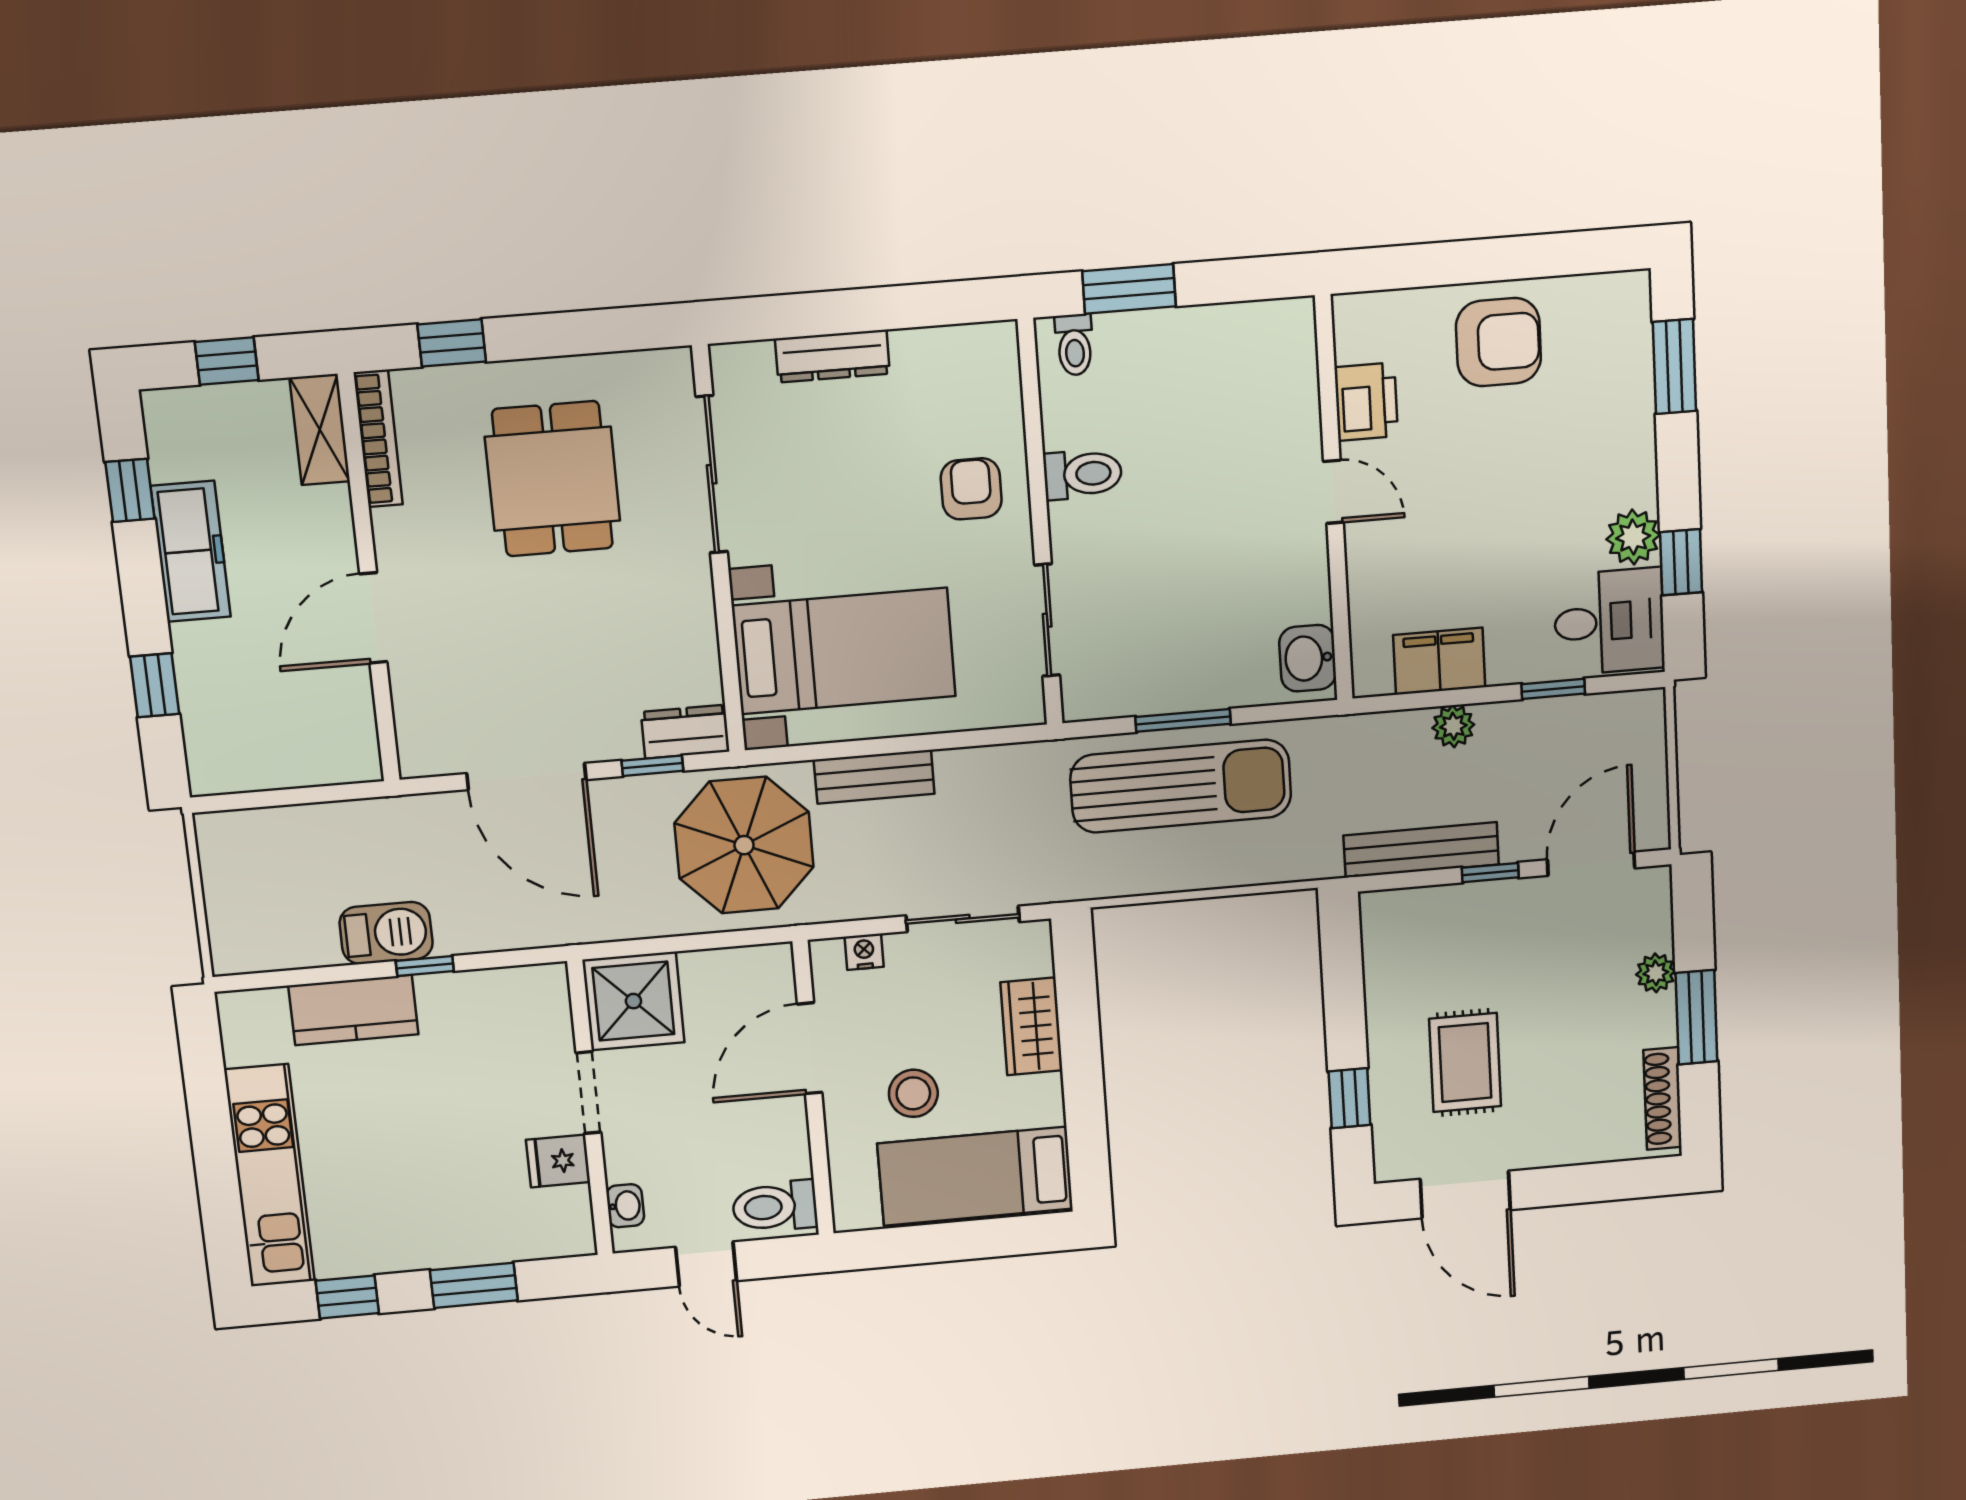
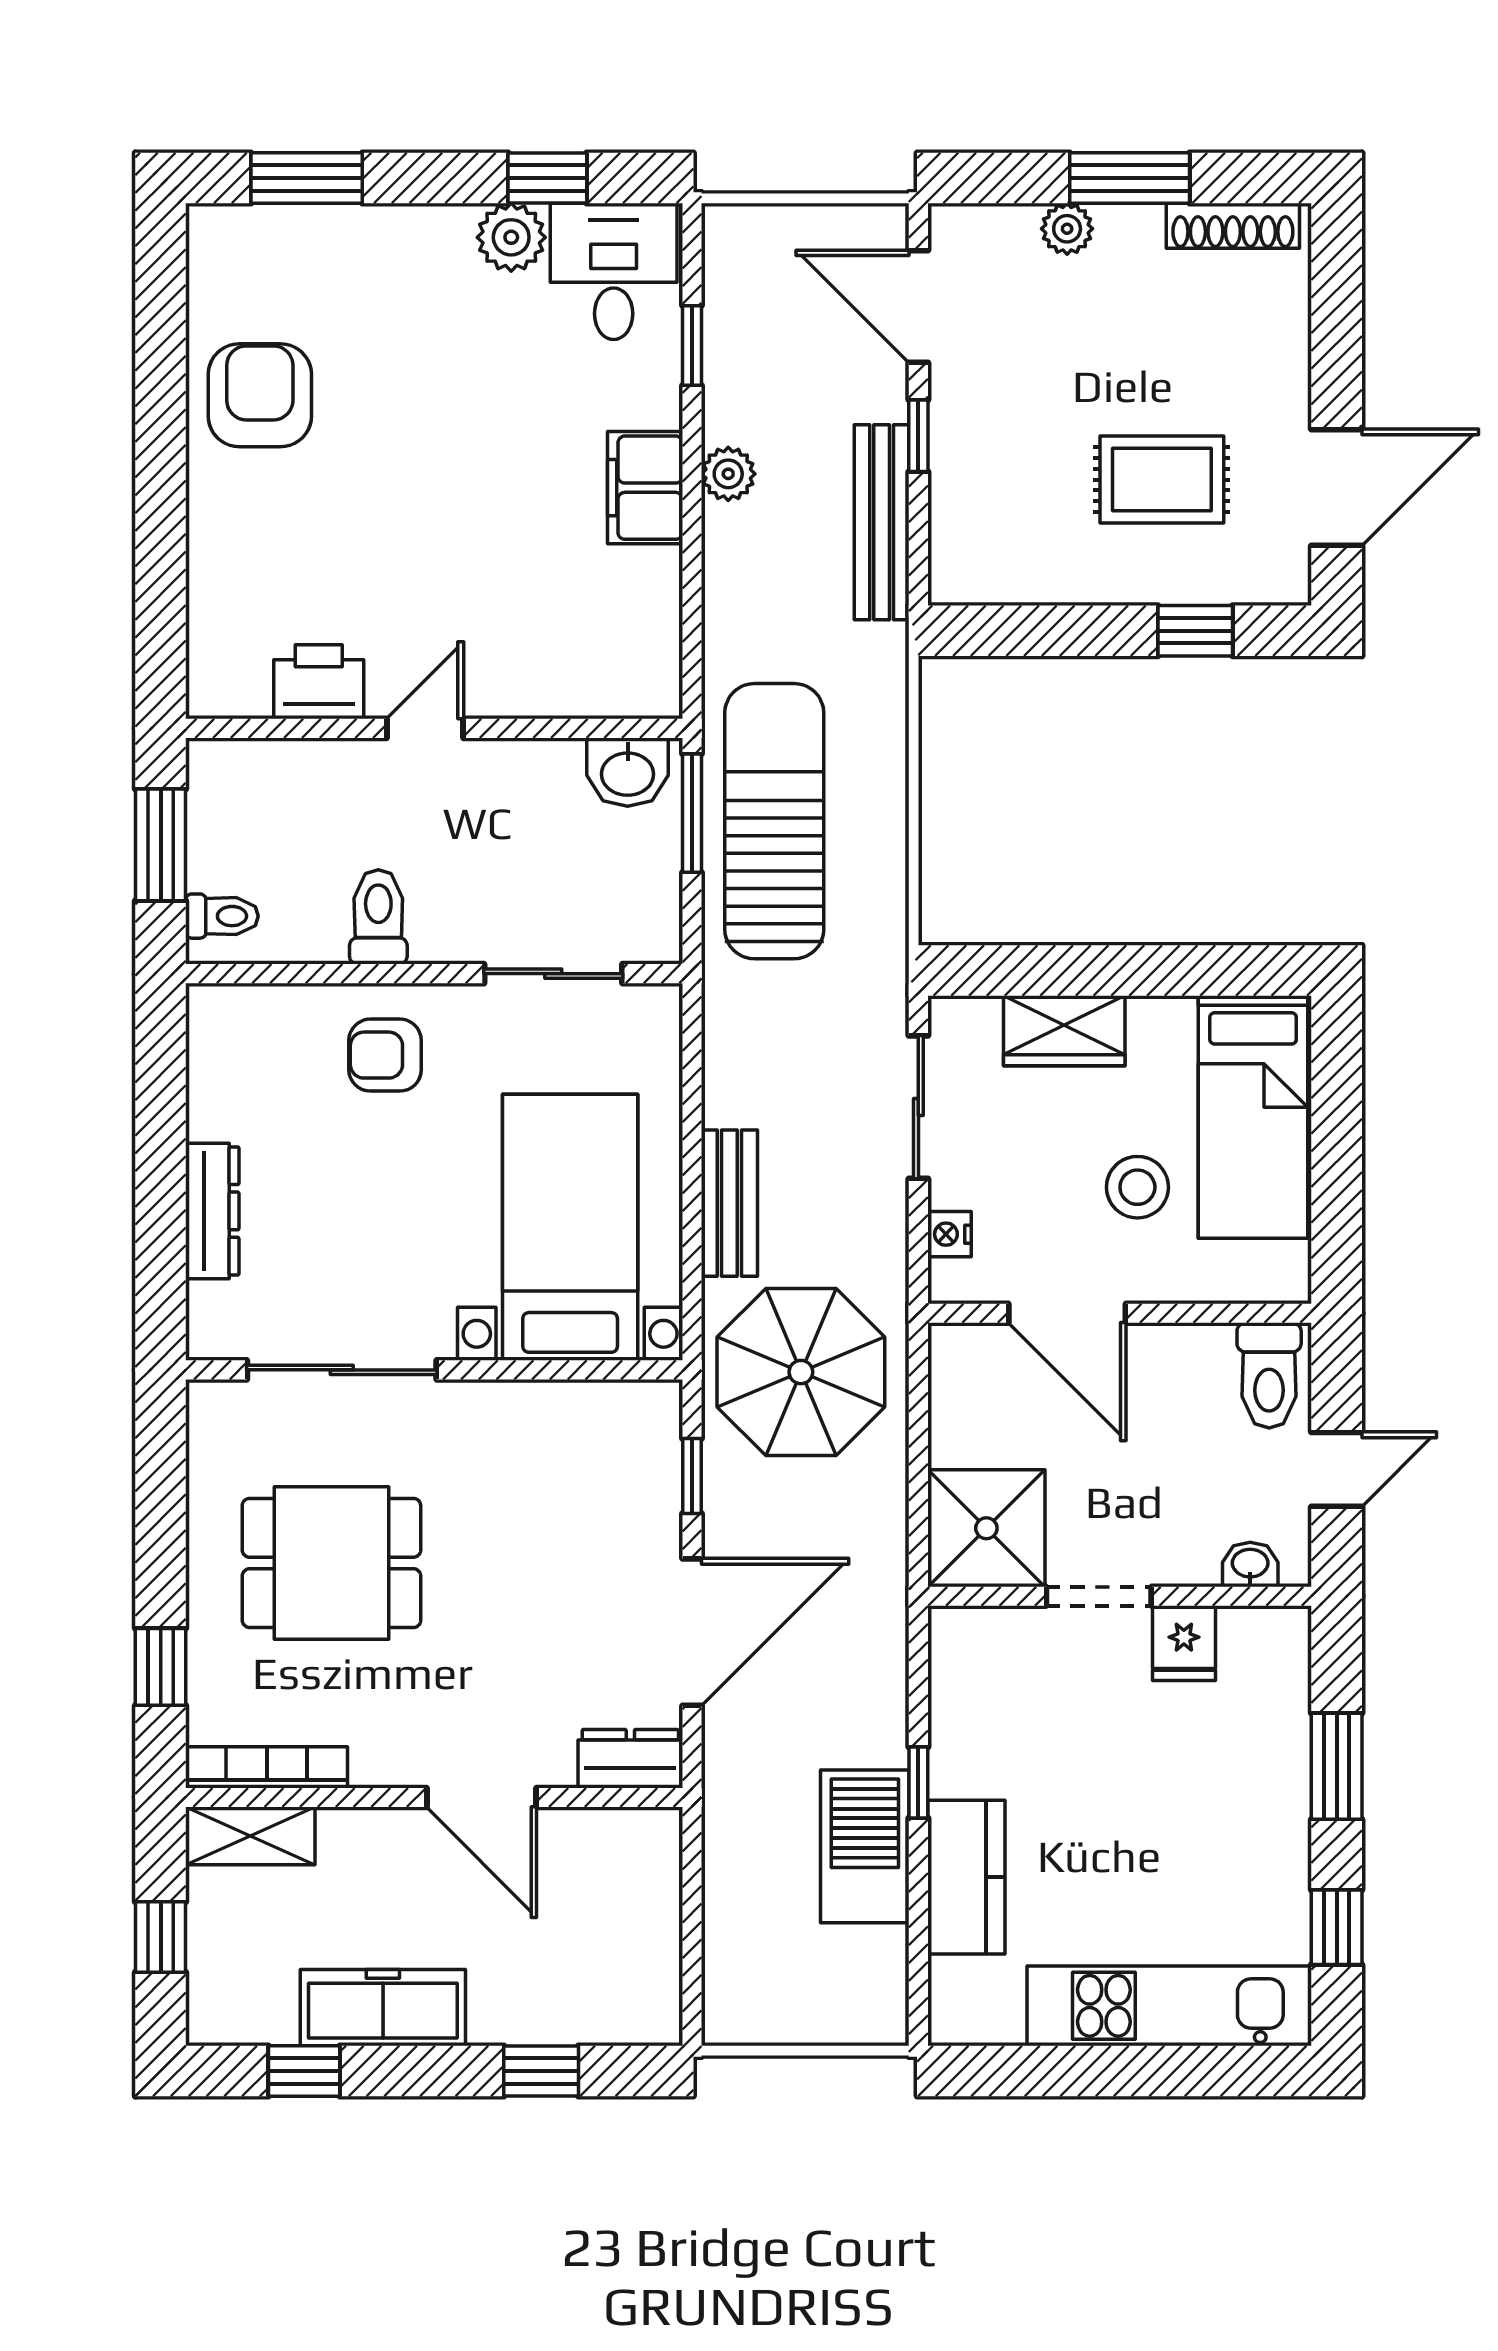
printer: (1366, 402) -> (319, 682), moved
door: (1333, 492) -> (425, 728), moved
wall: (1334, 499) -> (434, 728), moved
washbasin: (1308, 658) -> (628, 772), moved
dresser: (685, 732) -> (630, 1759), moved, turned 90
barbecue: (386, 933) -> (865, 1846), width x1.37, depth x1.21

